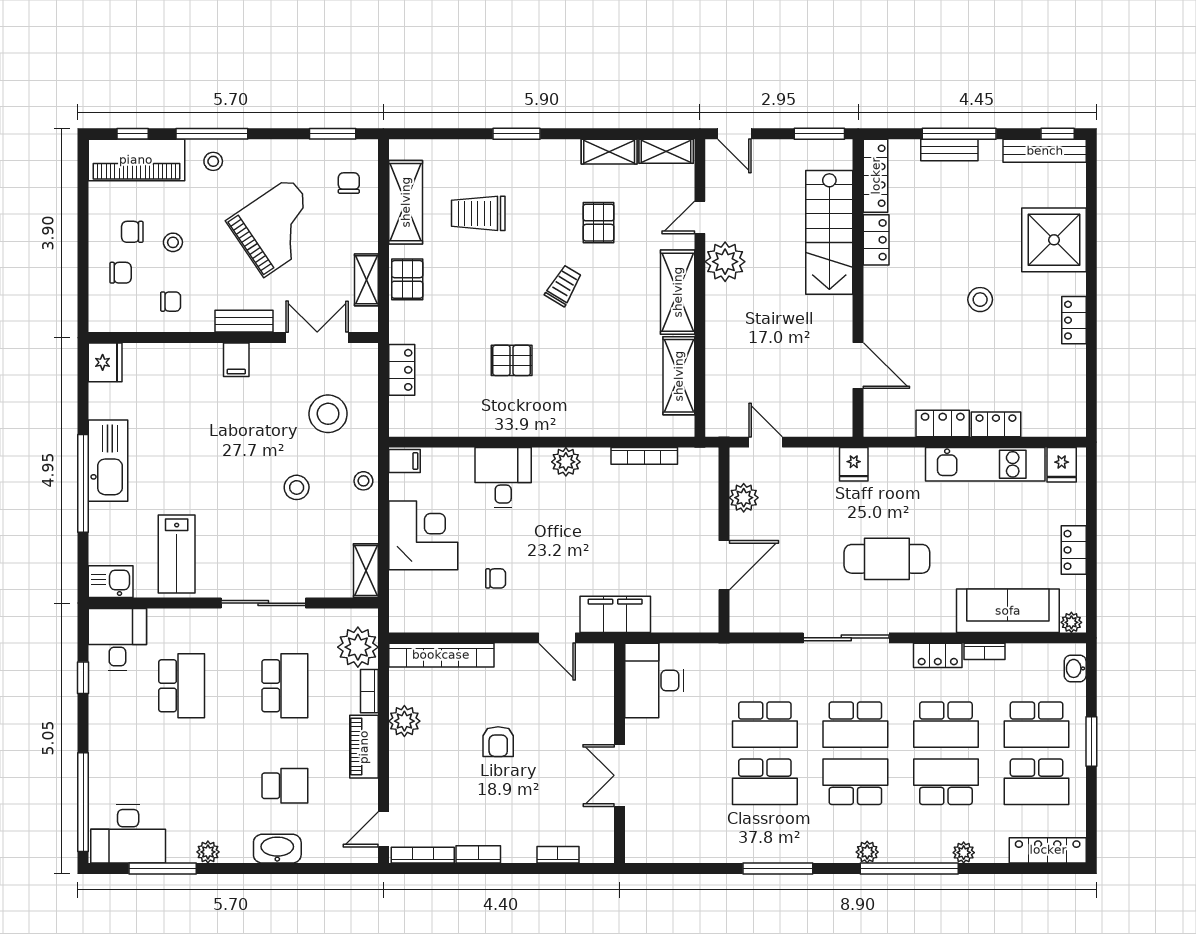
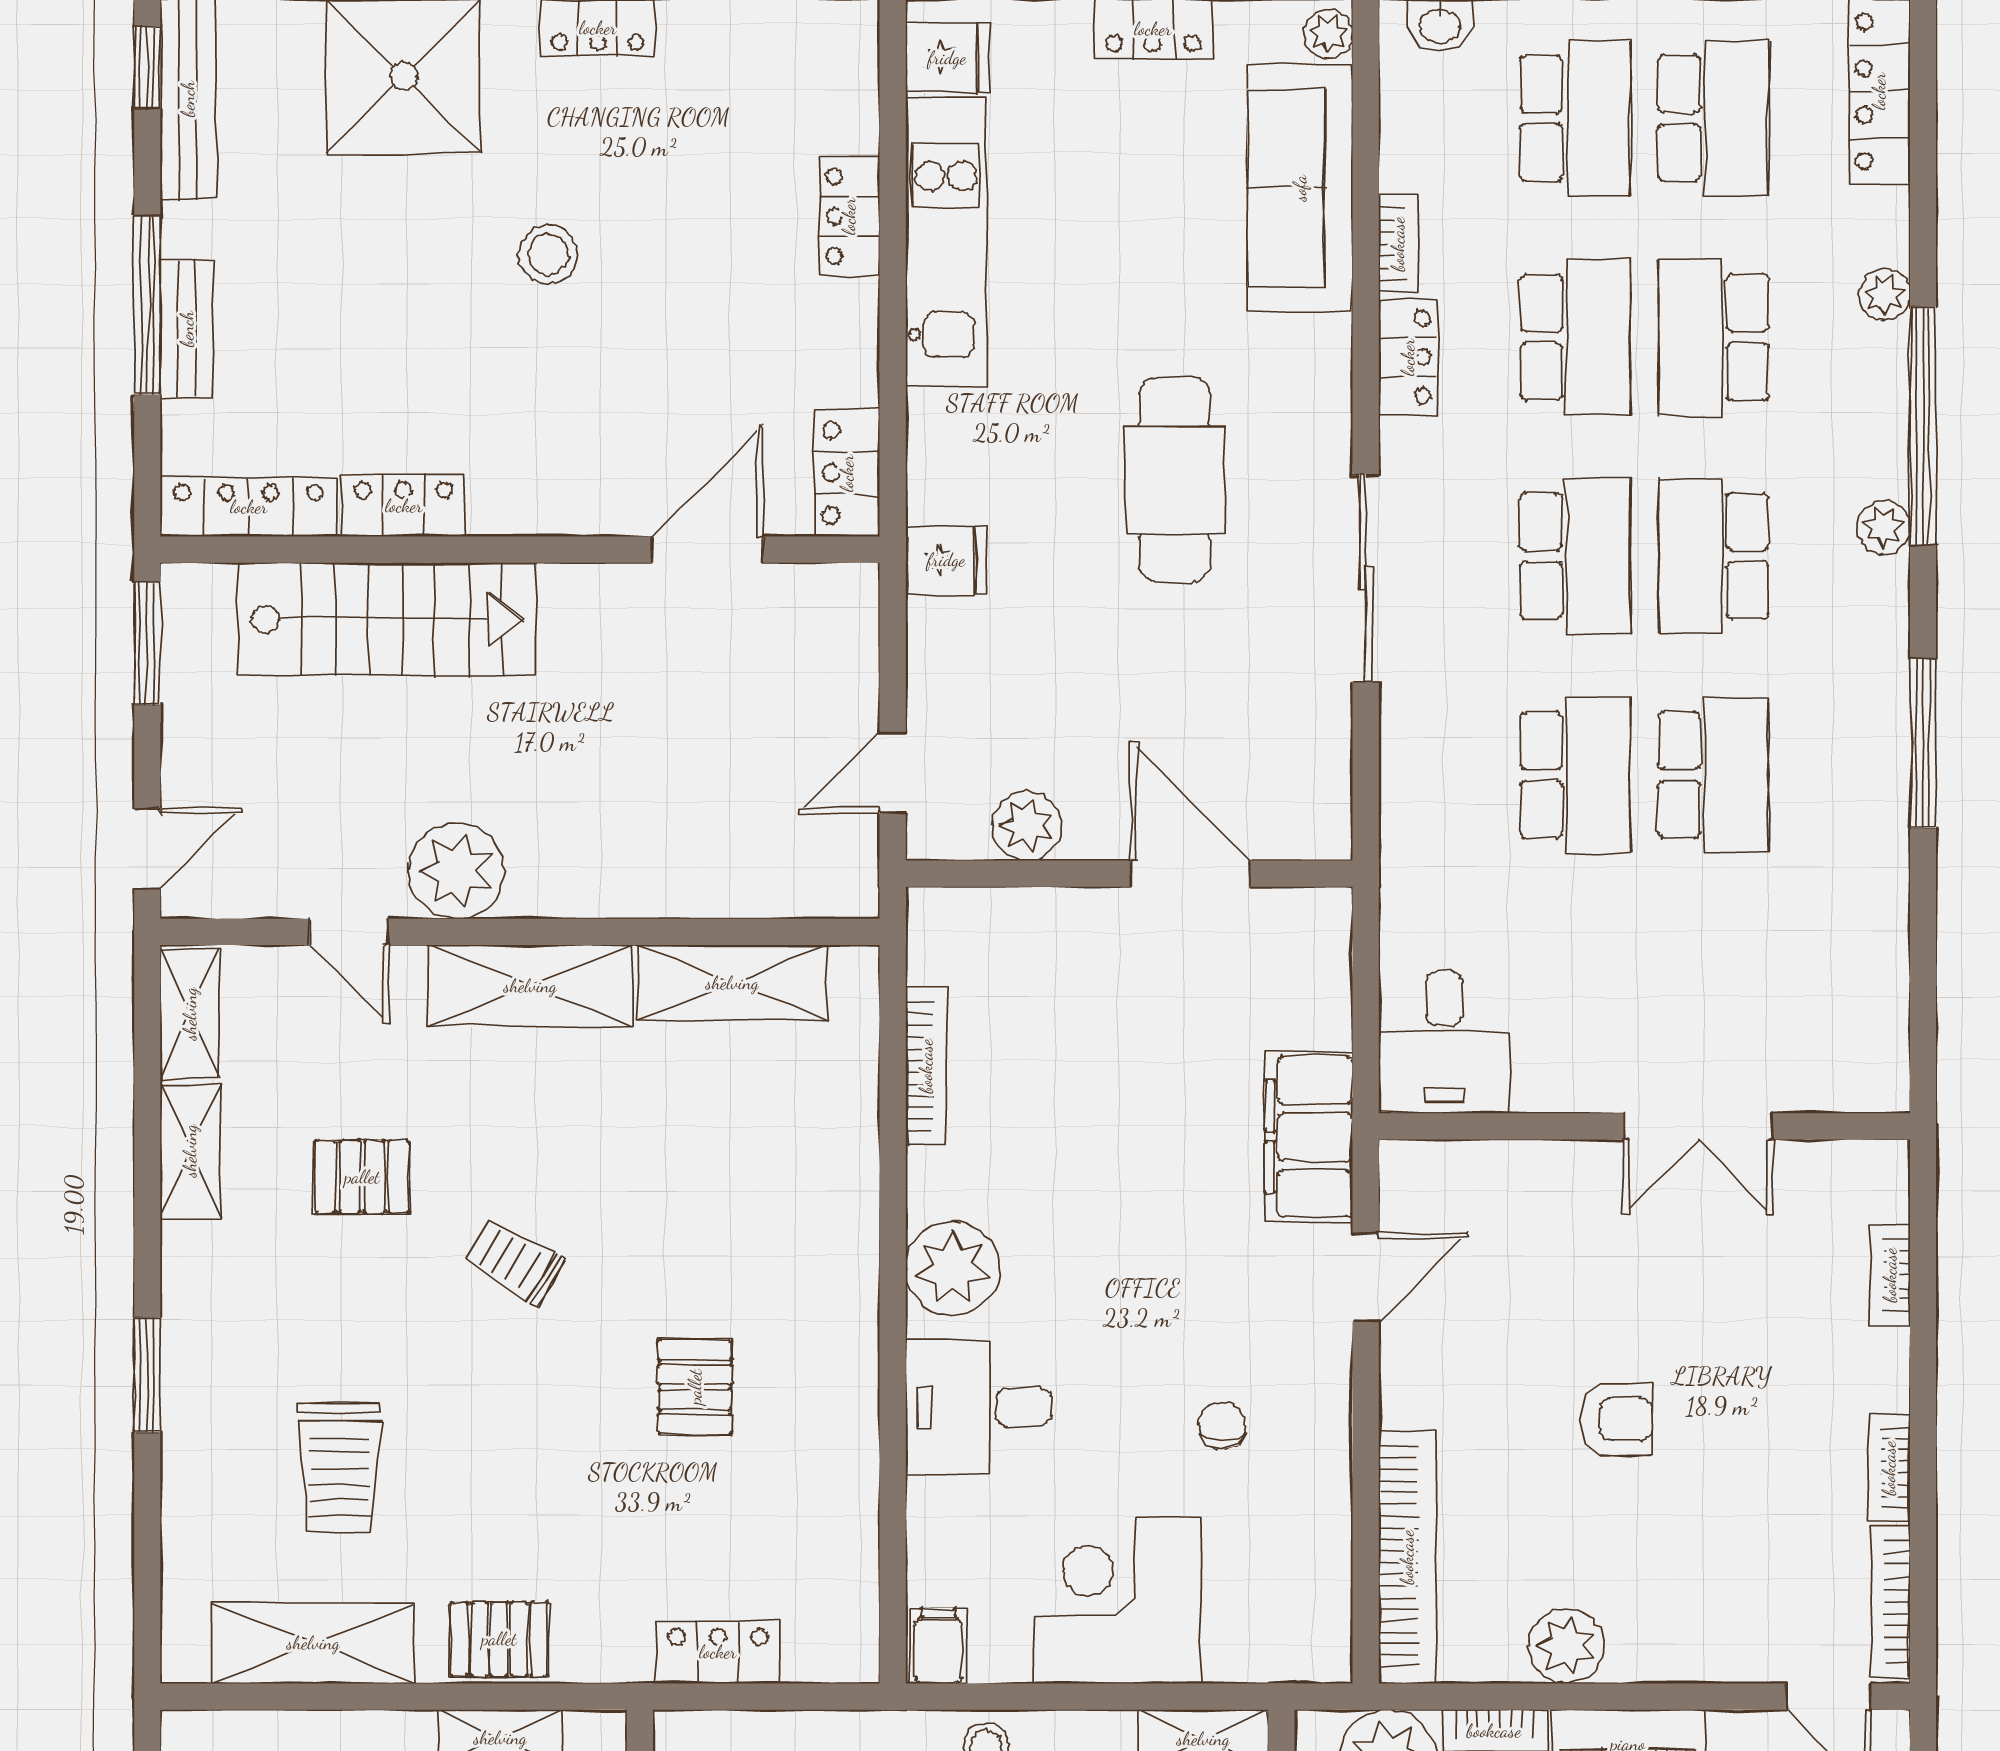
locker: (943, 423) -> (847, 473), moved
plant: (566, 462) -> (953, 1268), width x1.36, depth x1.36
desk: (654, 681) -> (1444, 1043), width x0.73

